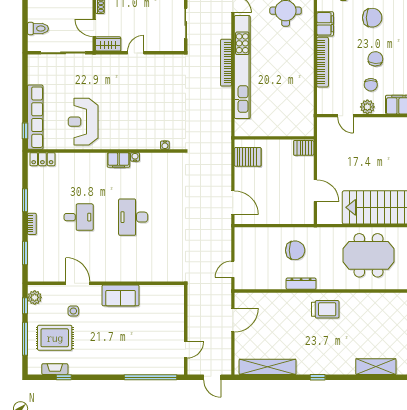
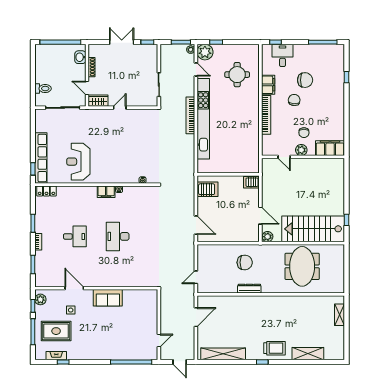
chair: (375, 59) -> (294, 100), moved
plant: (324, 217) -> (268, 237), added
meeting table: (368, 255) -> (302, 266), turned 90
trolley: (325, 309) -> (275, 348), moved

